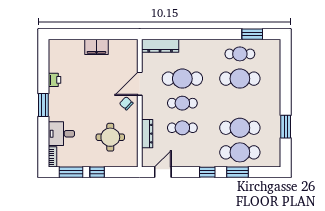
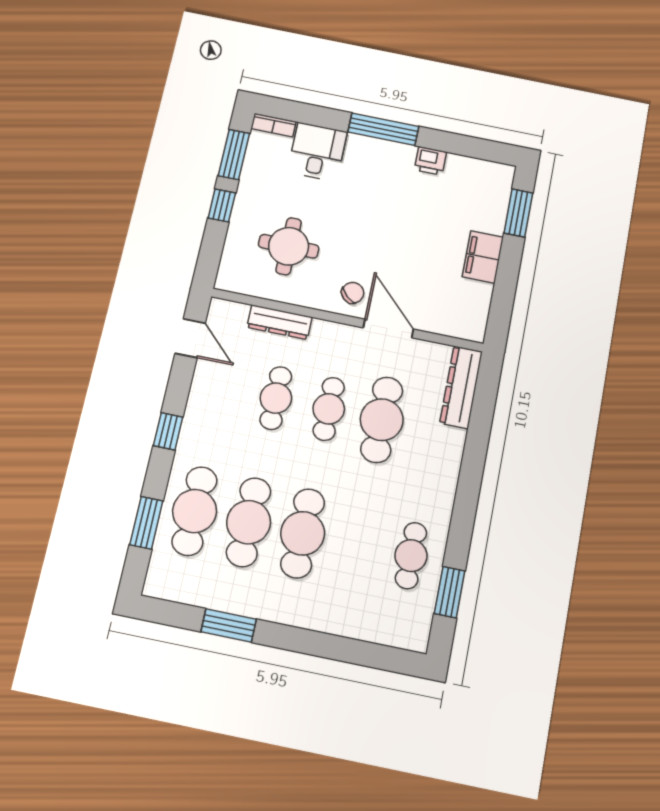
window: (71, 34) -> (518, 213), added
cafe table: (240, 79) -> (303, 533), moved
window: (43, 105) -> (383, 129), width x1.44
window: (238, 172) -> (146, 523), moved

